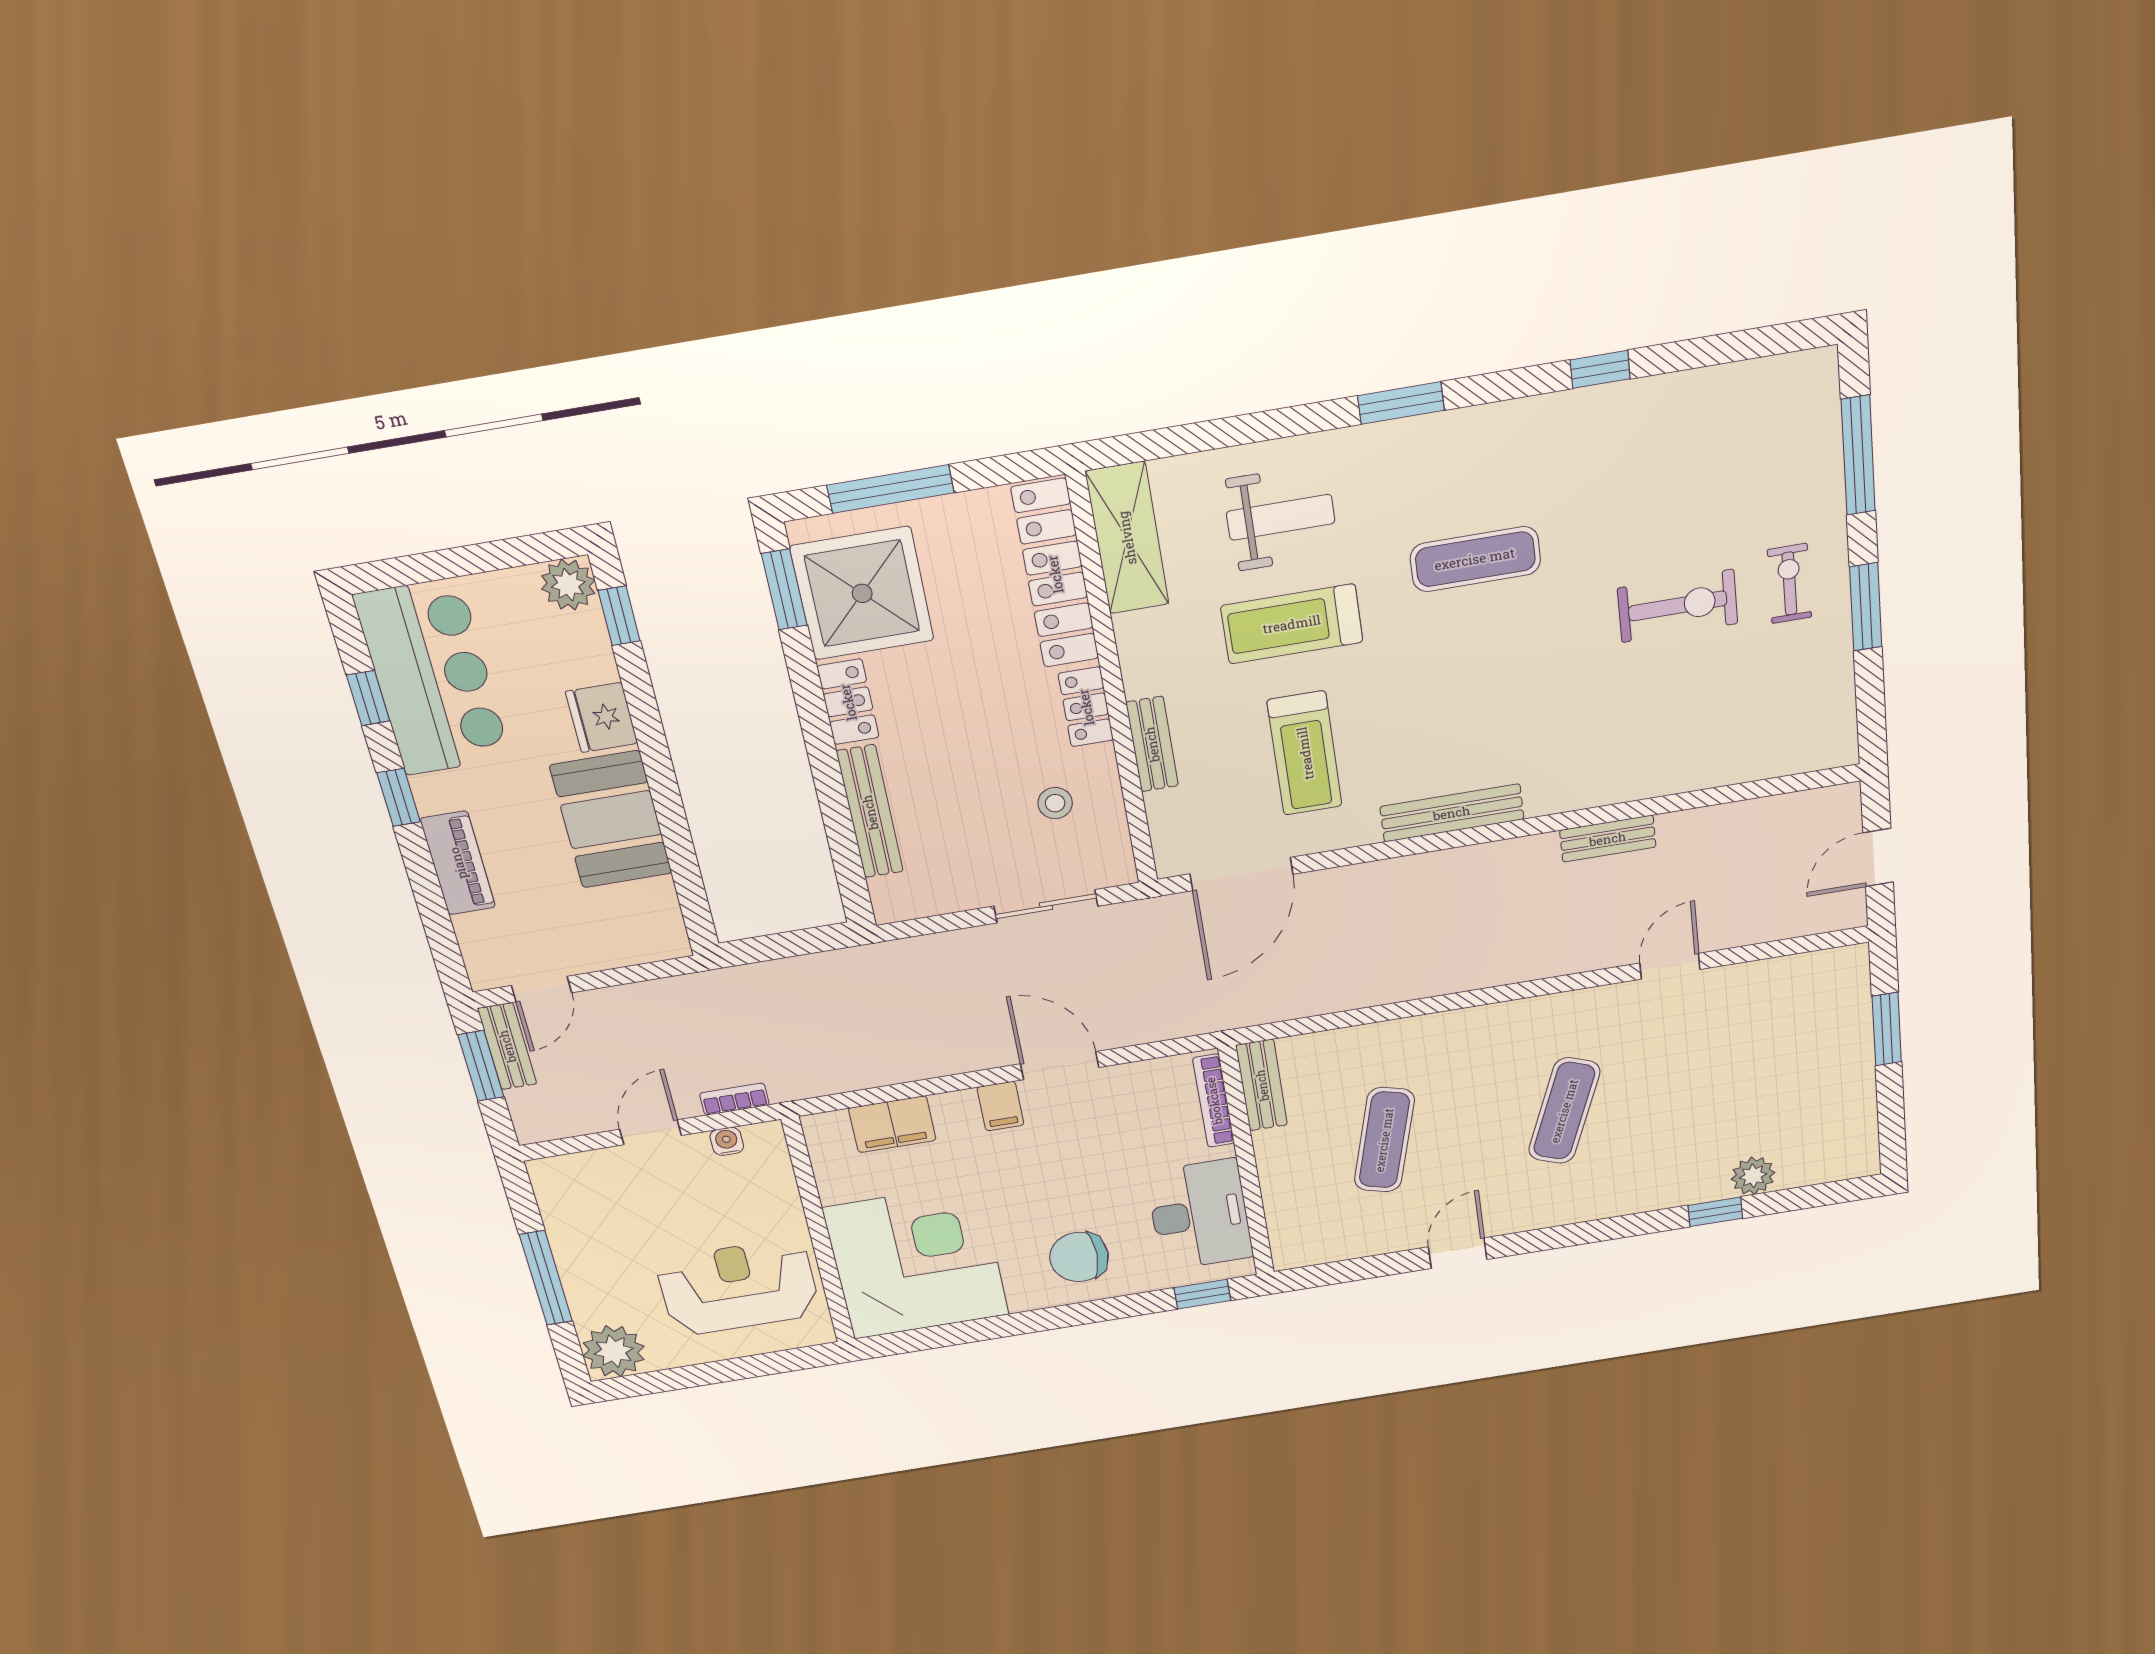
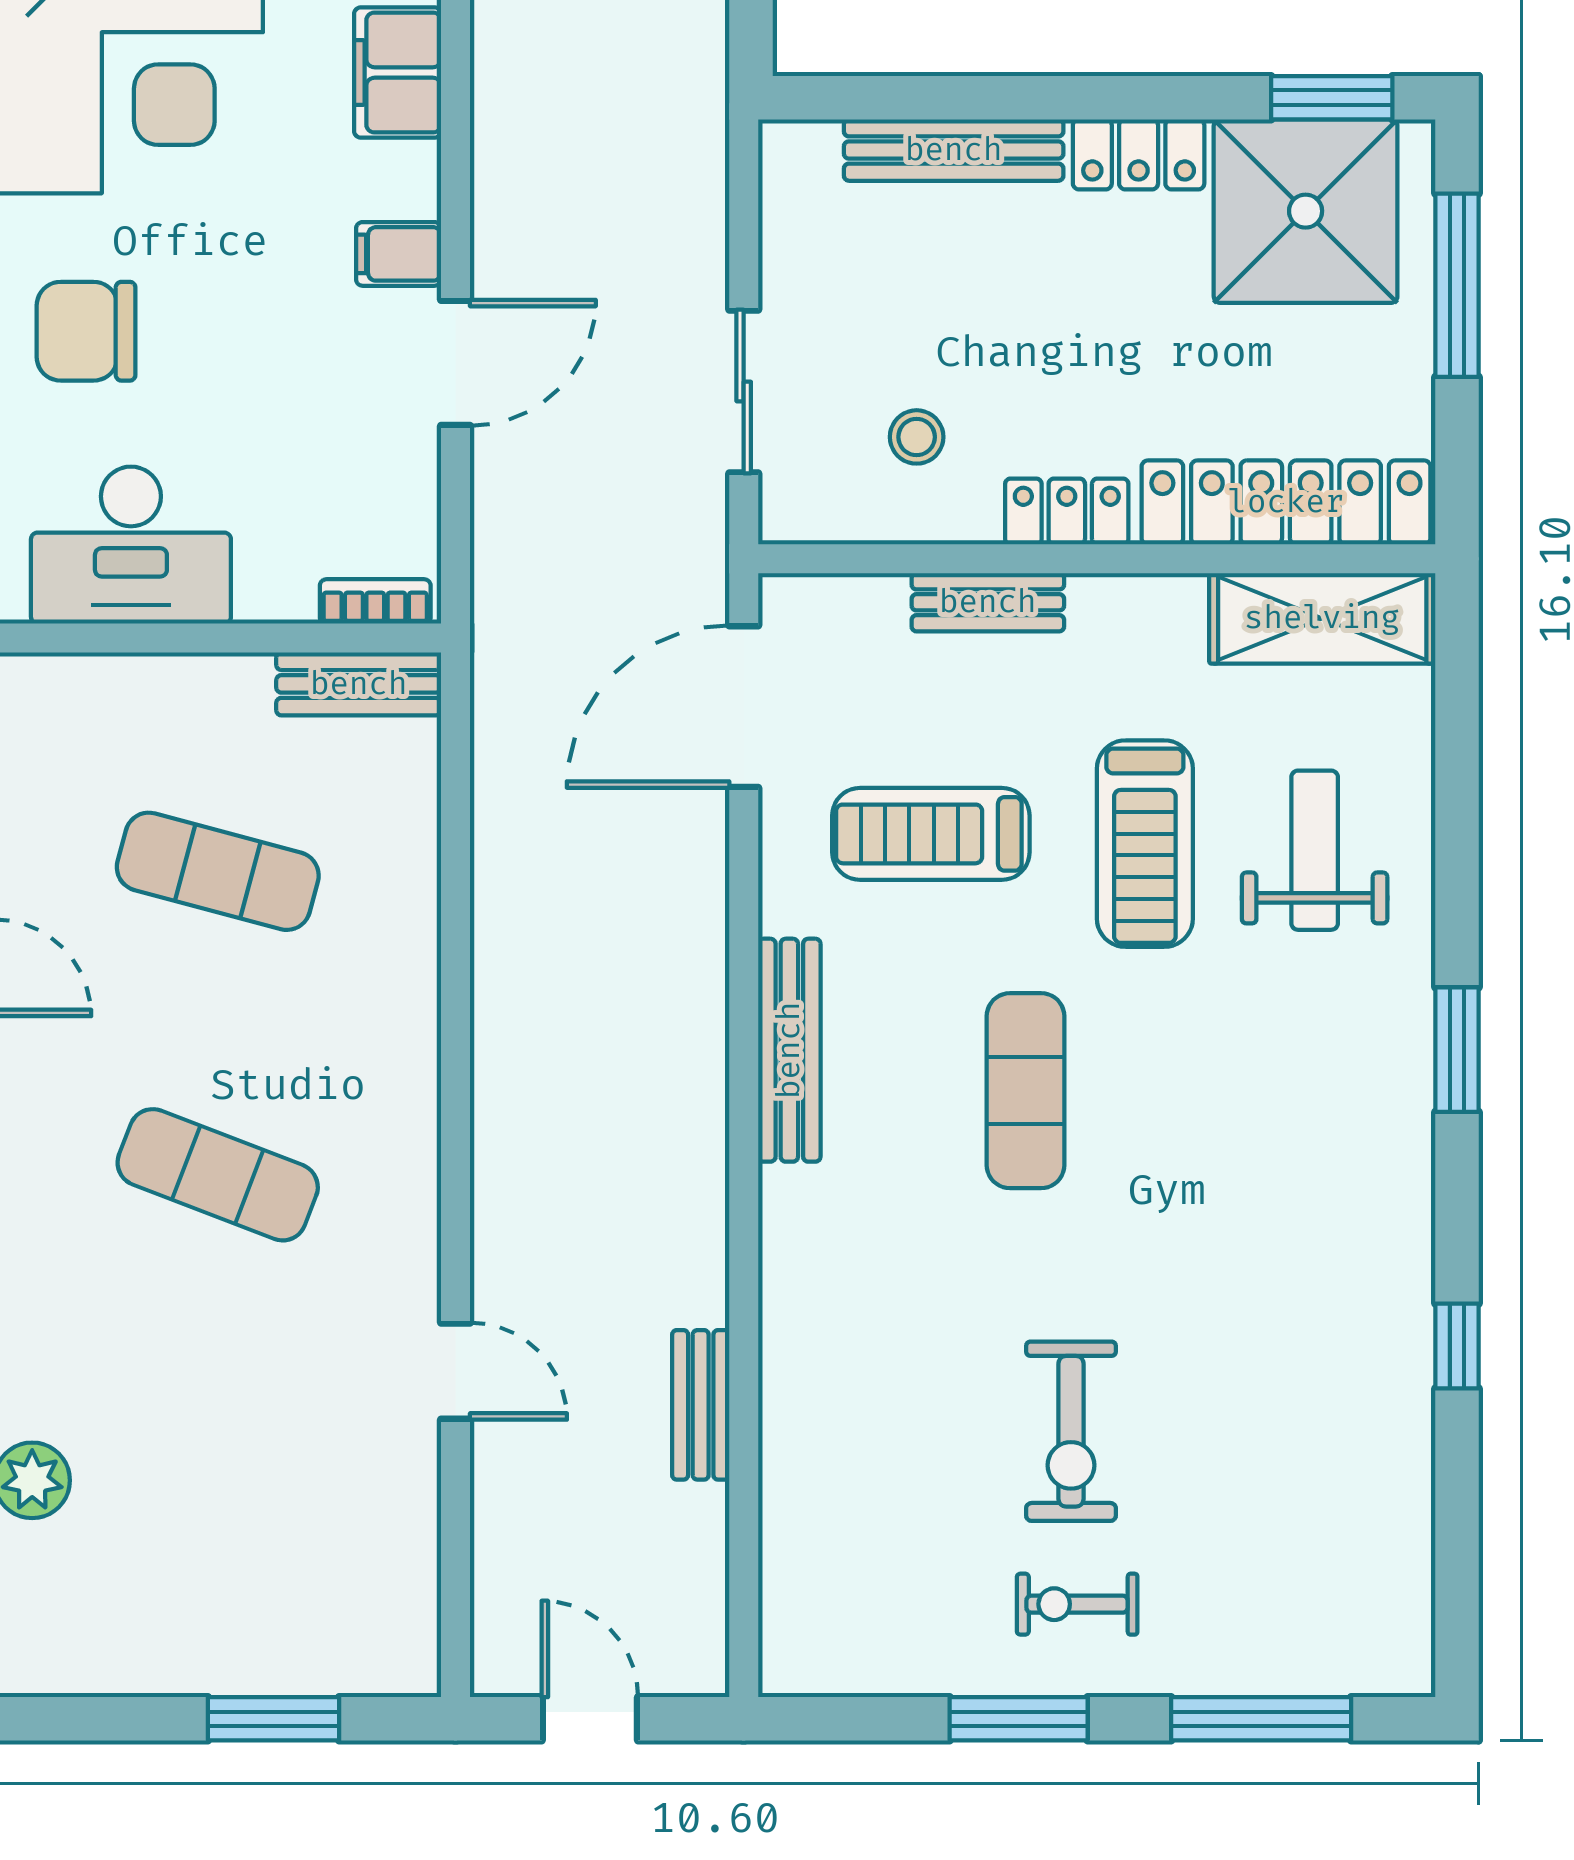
weight bench: (1281, 517) -> (1315, 850), turned 180
exercise mat: (1475, 559) -> (1026, 1091), moved
exercise bike: (1789, 583) -> (1077, 1604), turned 180
treadmill: (1292, 624) -> (1145, 844), turned 180
bench: (1608, 839) -> (701, 1405), moved
door: (1241, 874) -> (744, 707), hinge flipped
bookcase: (1214, 1101) -> (375, 601), width x0.64
chair: (1079, 1257) -> (86, 331), turned -90

